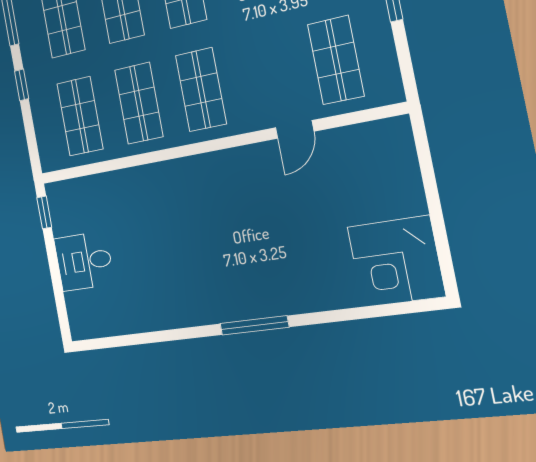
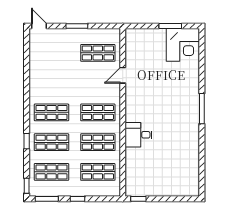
door: (295, 129) -> (123, 75), swing flipped
window: (438, 223) -> (170, 26), added
desk: (84, 261) -> (139, 135), moved, turned 90

